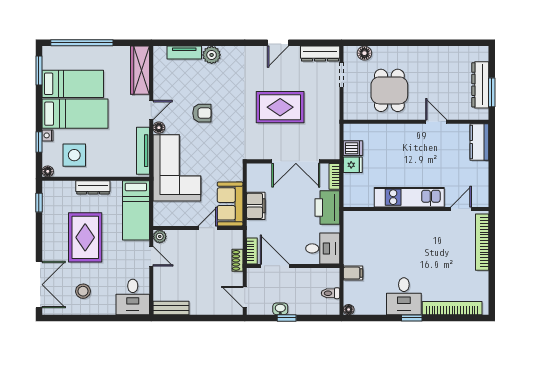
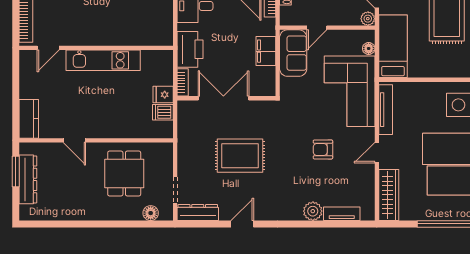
floor lamp: (159, 128) -> (369, 49), moved
dresser: (93, 187) -> (439, 71), removed

